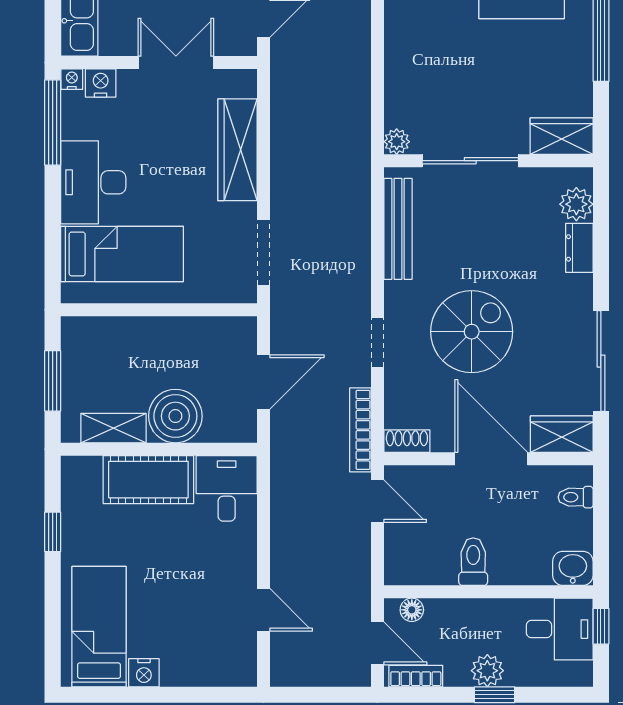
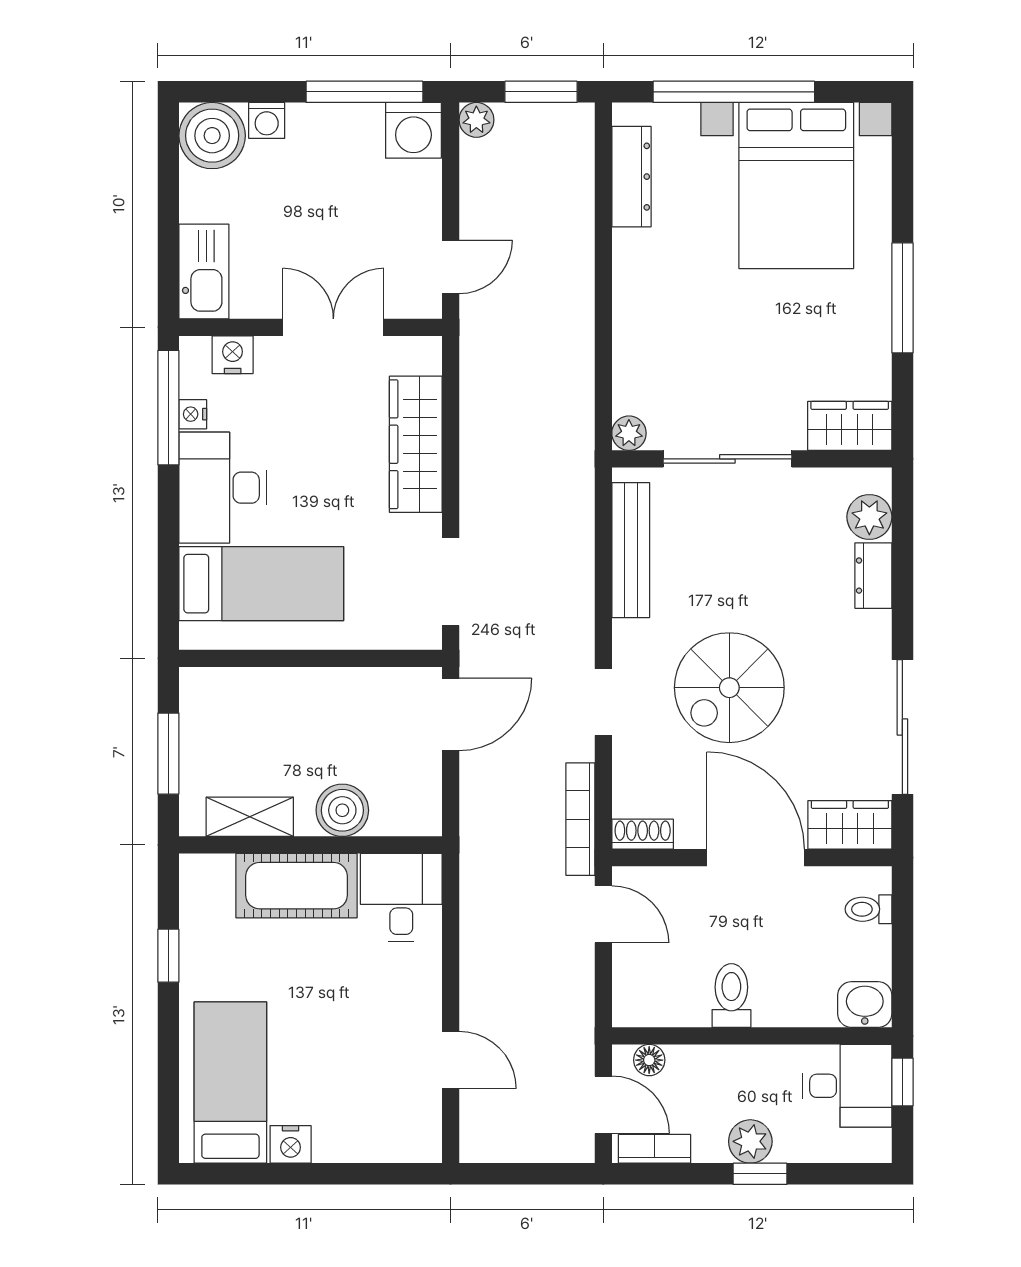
nightstand: (72, 79) -> (193, 414), moved, turned -90
spiral stairs: (472, 332) -> (729, 688), turned 180
door: (263, 382) -> (451, 714), moved
boiler: (175, 416) -> (342, 810), width x0.73, depth x0.73

